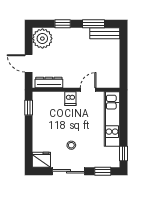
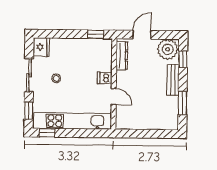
window: (63, 24) -> (183, 59), moved
bench: (105, 33) -> (173, 80), moved
kitchen unit: (112, 119) -> (73, 121), width x1.36

